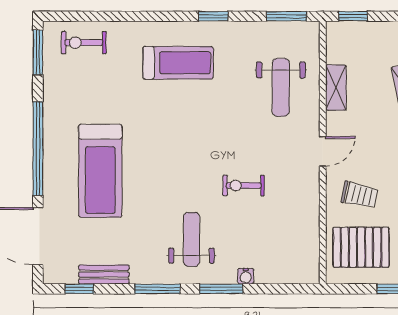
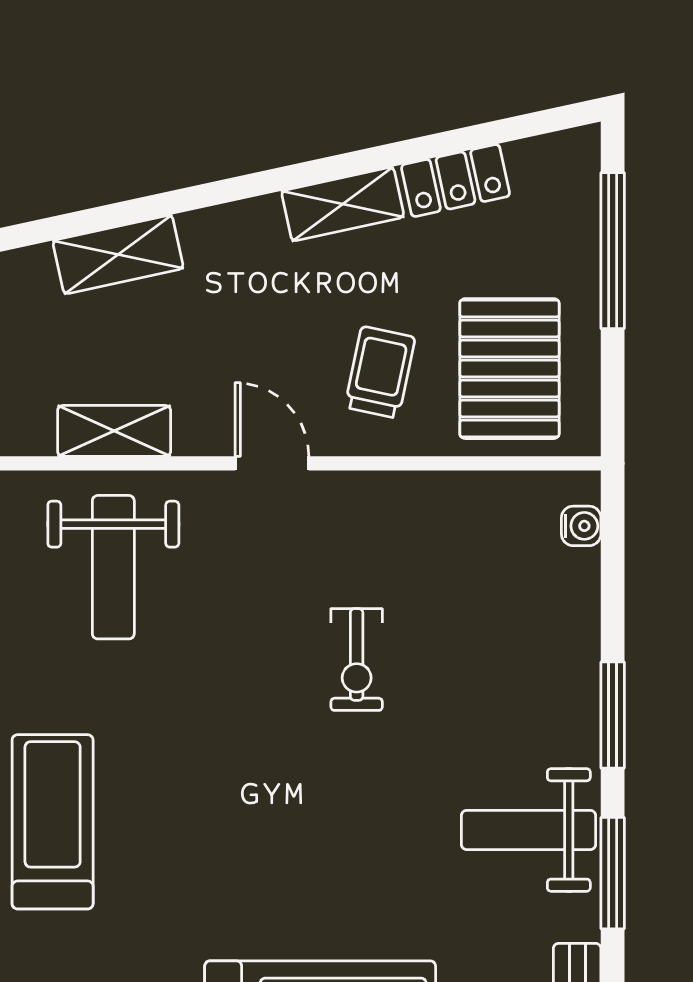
weight bench: (281, 87) -> (113, 567), turned 90
weight bench: (191, 239) -> (528, 830), moved
water cooler: (246, 276) -> (581, 526), moved

